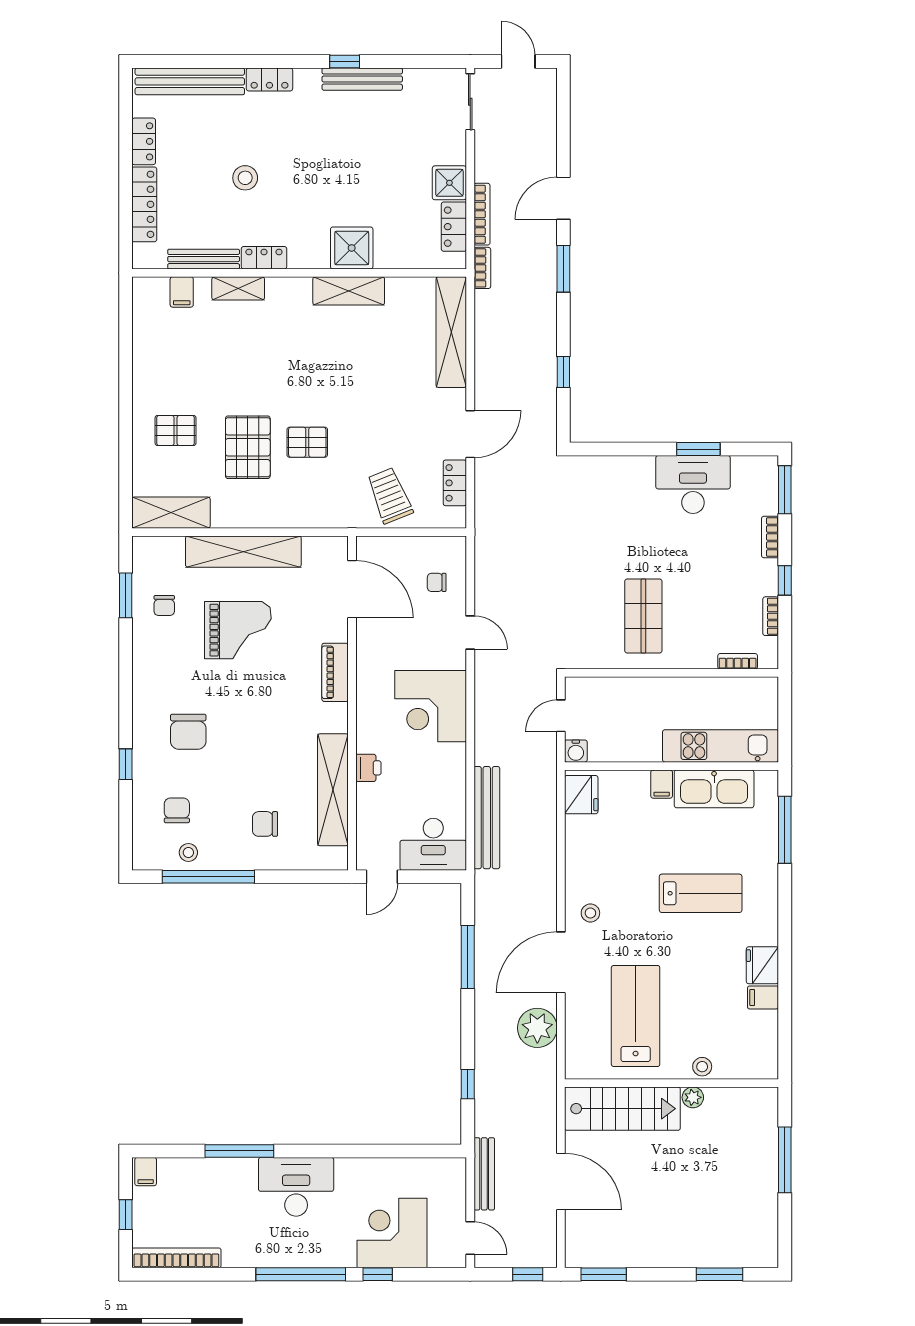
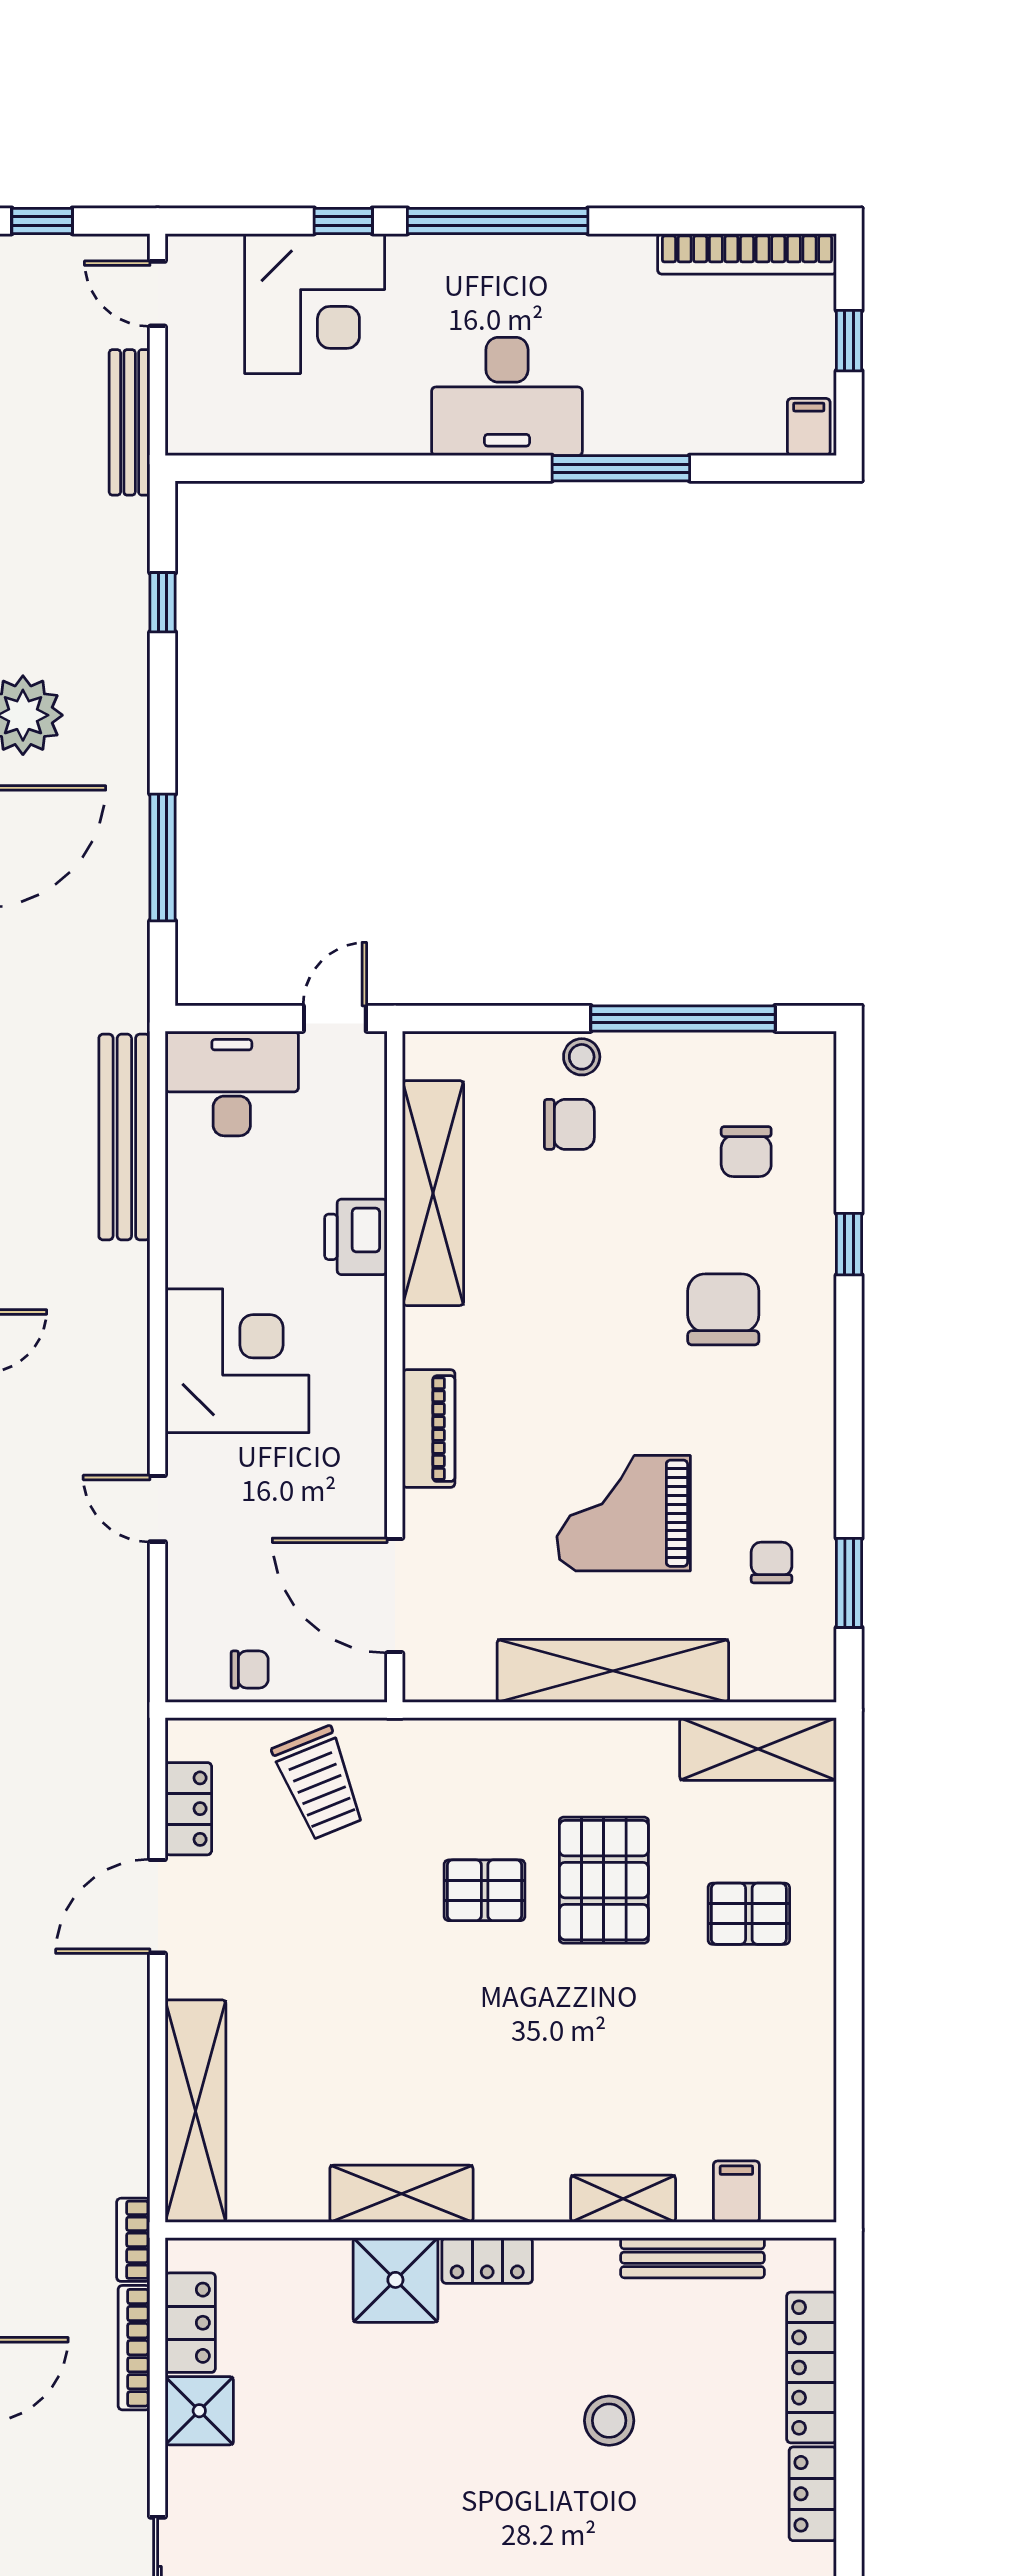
locker: (264, 258) -> (487, 2260), moved
chair: (437, 582) -> (250, 1670), moved
printer: (368, 768) -> (356, 1237), width x1.36, depth x1.24
stool: (188, 852) -> (582, 1057), moved

